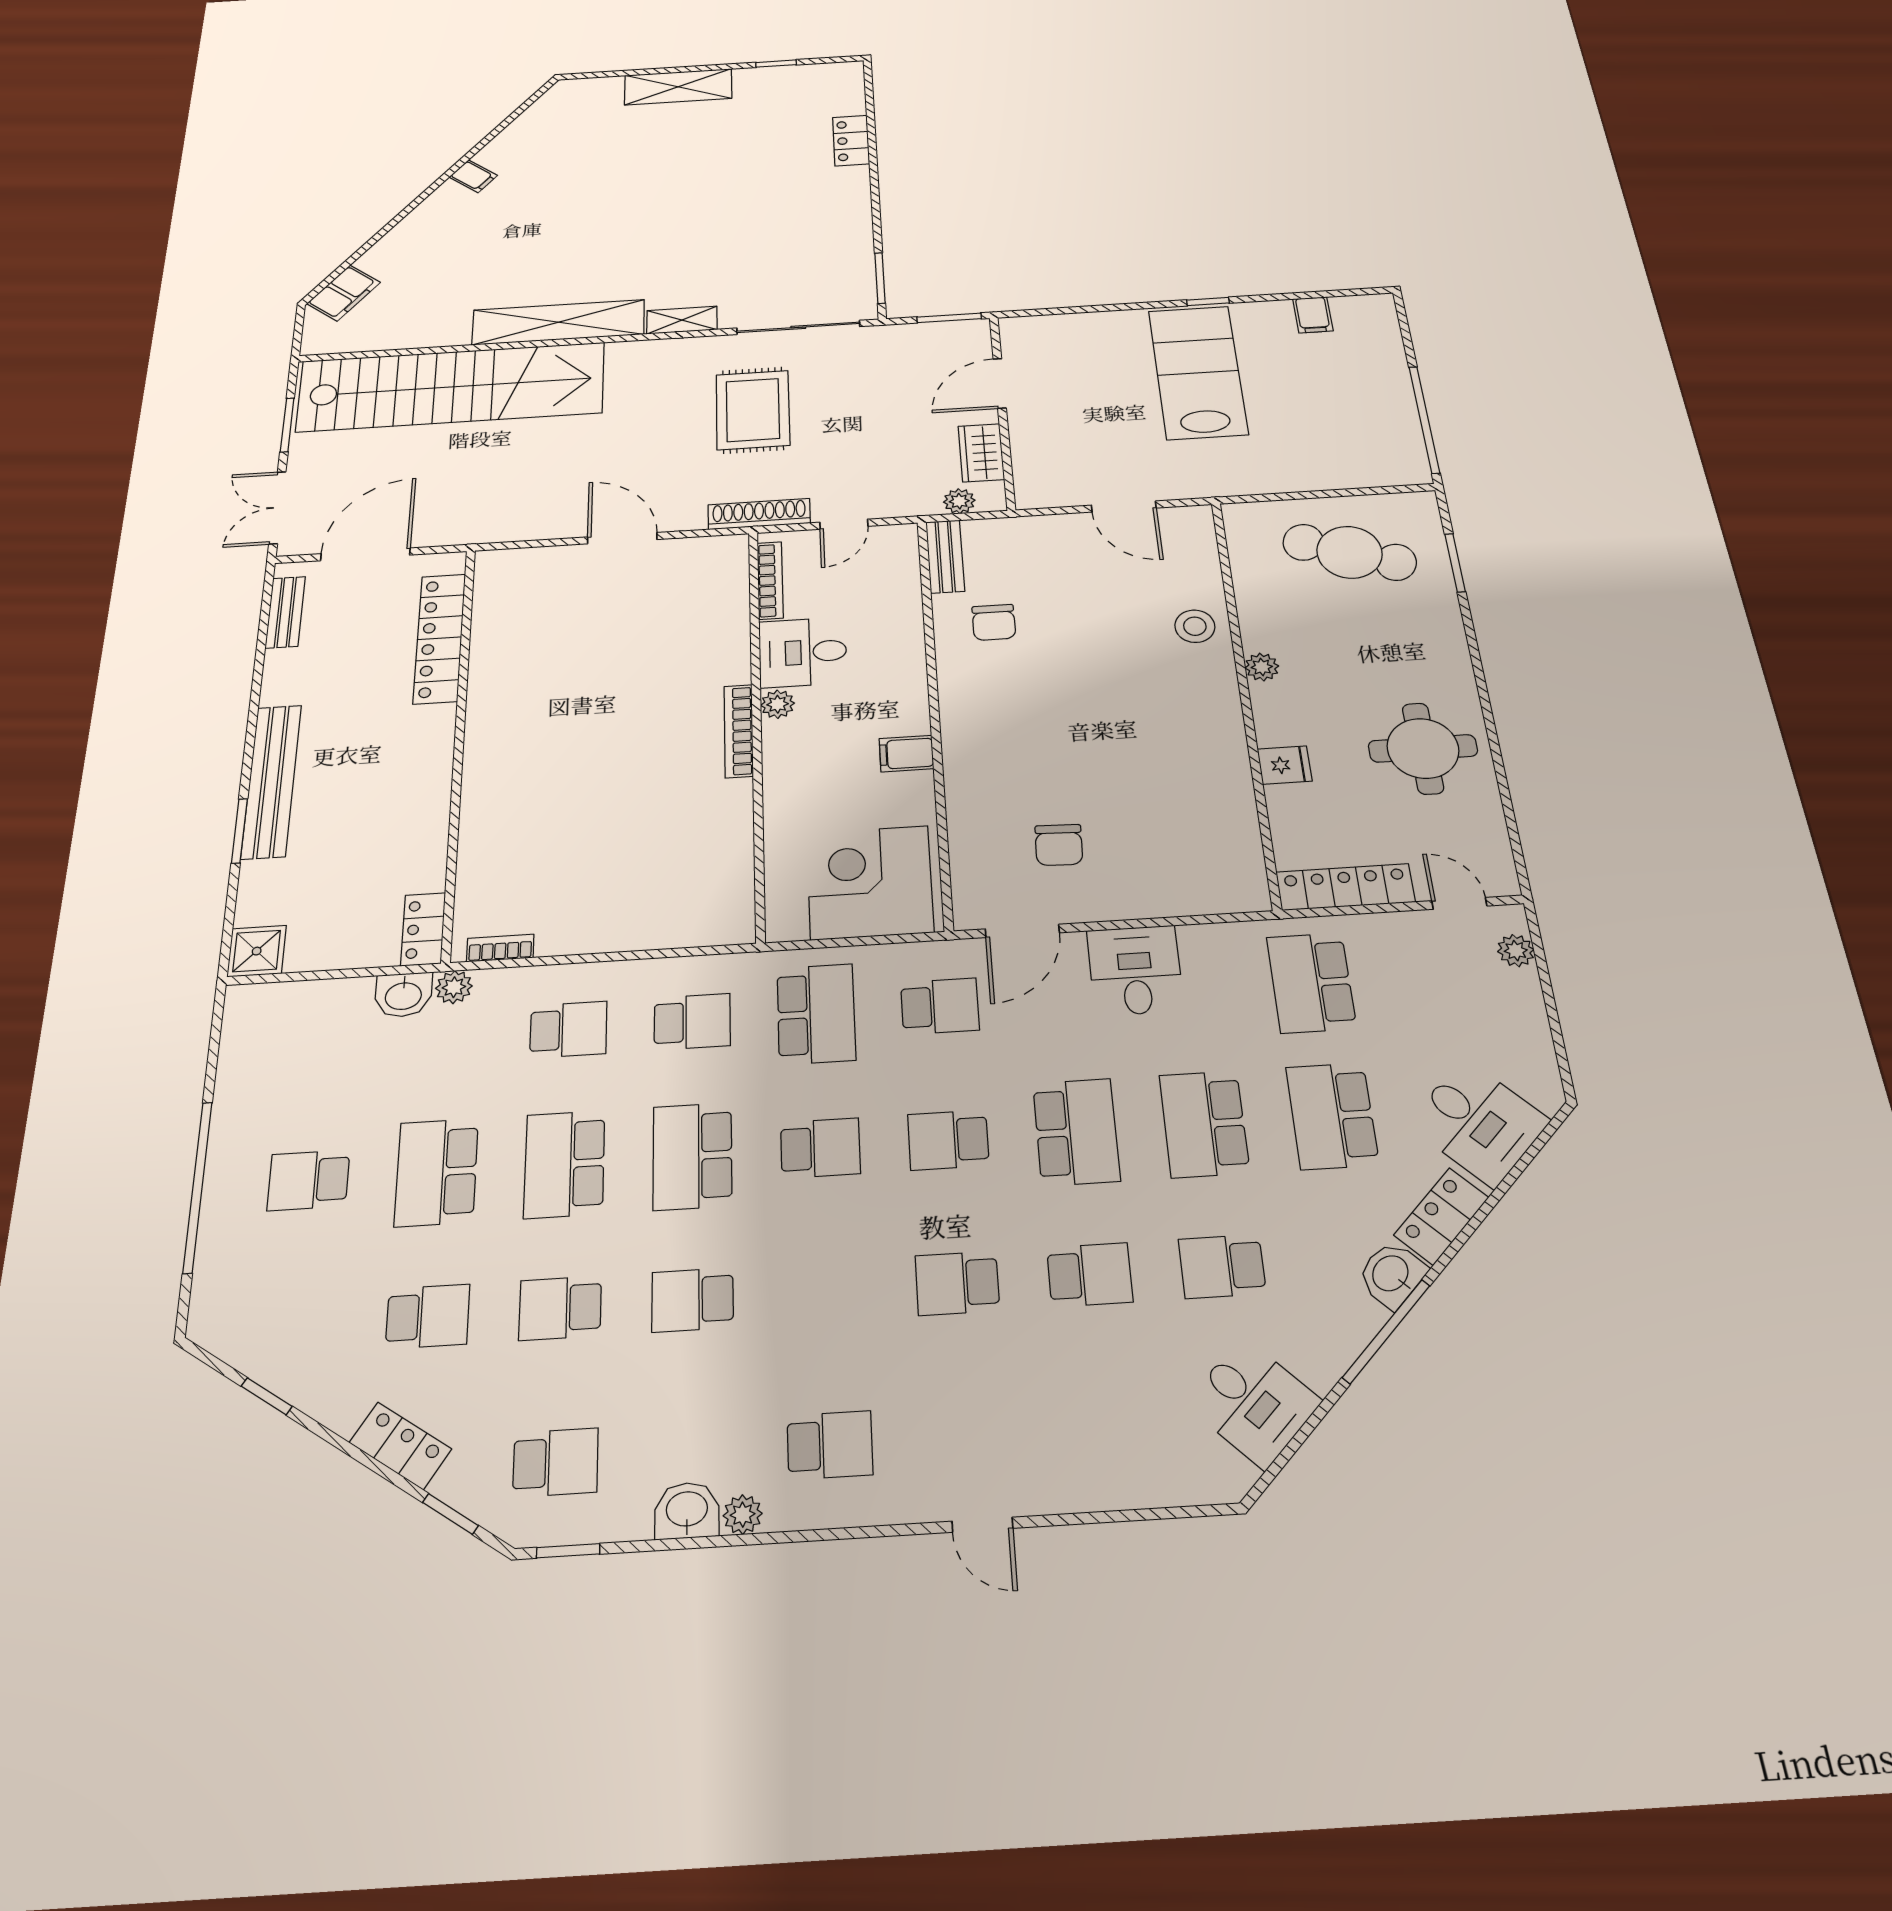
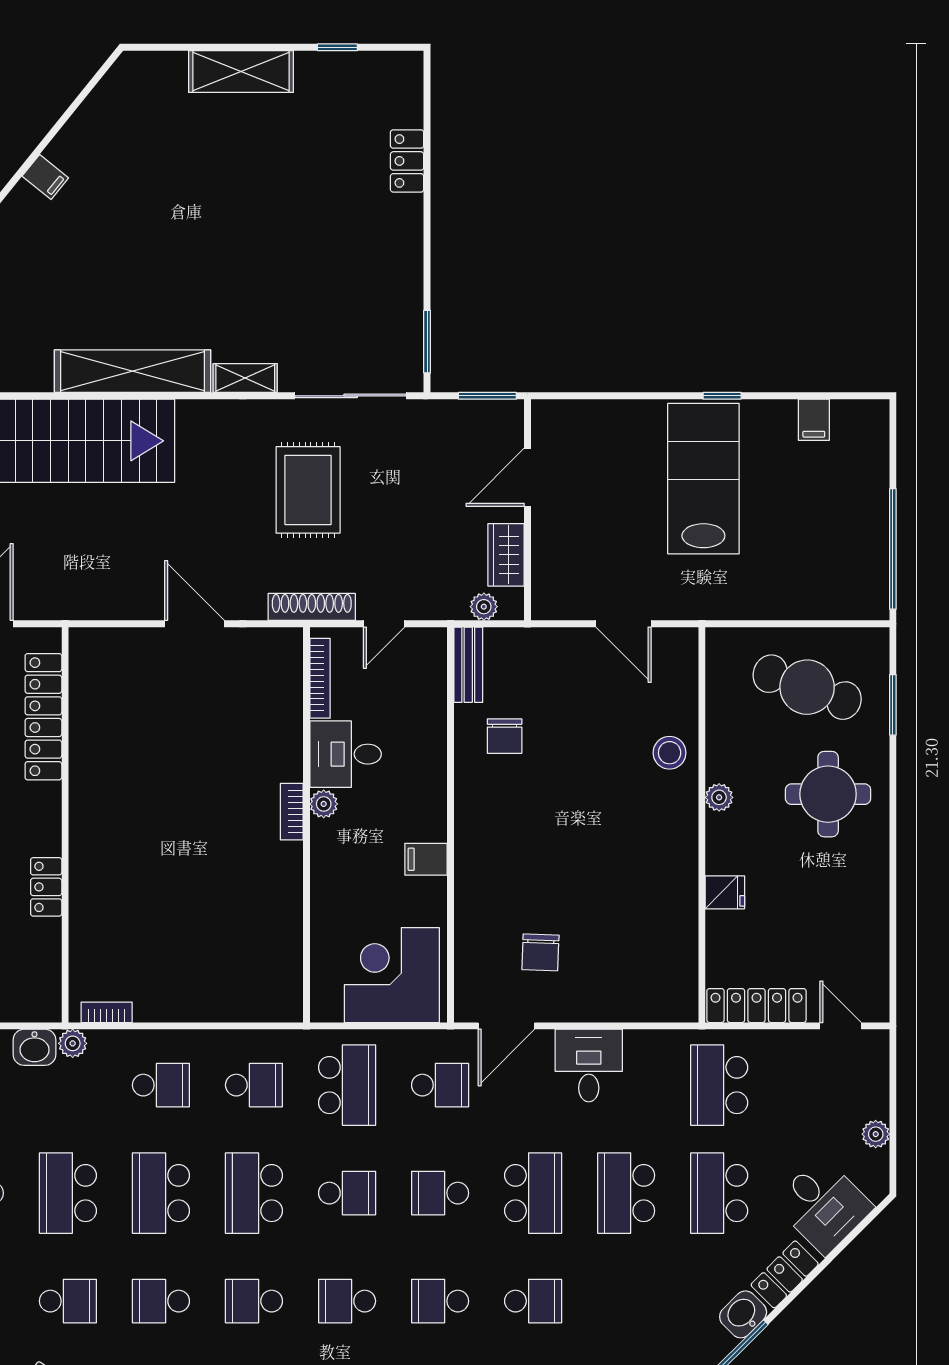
bookcase: (739, 731) -> (292, 812), width x0.64
round table: (1423, 748) -> (828, 794), moved
locker: (423, 929) -> (46, 887), moved
plant: (1516, 951) -> (876, 1134), moved
school desk: (1222, 1266) -> (347, 1301), moved

